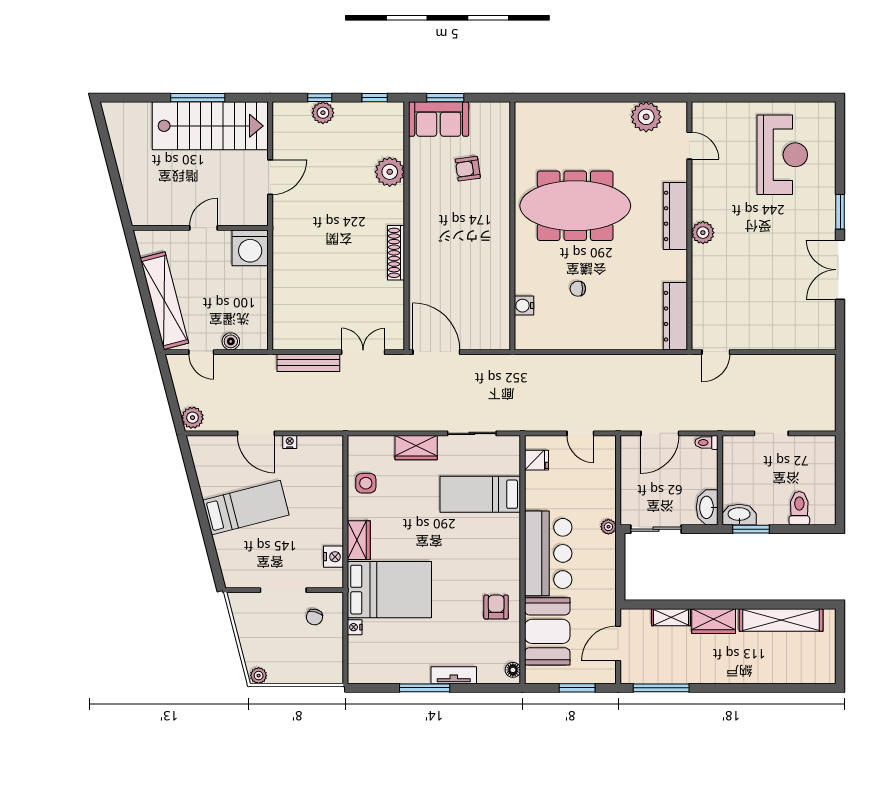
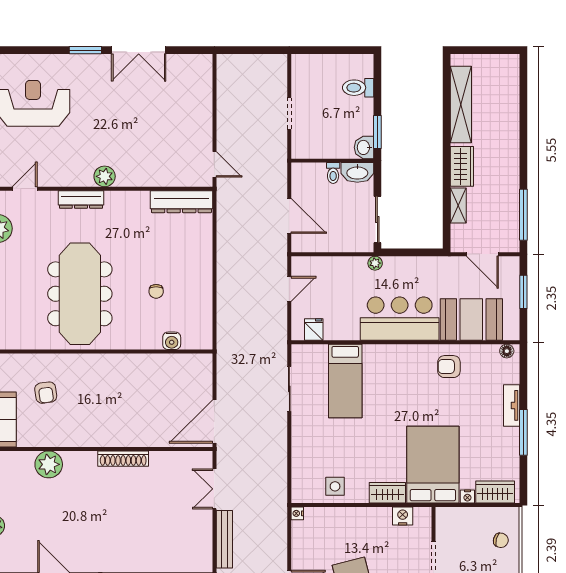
dresser: (675, 216) -> (81, 199), width x0.73, depth x0.80
nightstand: (290, 442) -> (297, 513), moved
toilet: (706, 443) -> (333, 173), moved
wardrobe: (416, 448) -> (495, 492), moved, turned -90
washbasin: (739, 515) -> (364, 147), width x0.72
chair: (314, 617) -> (501, 540), moved

